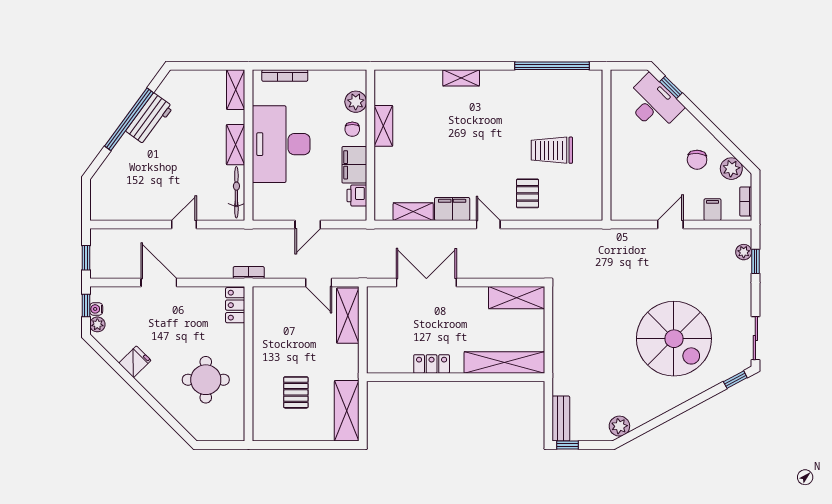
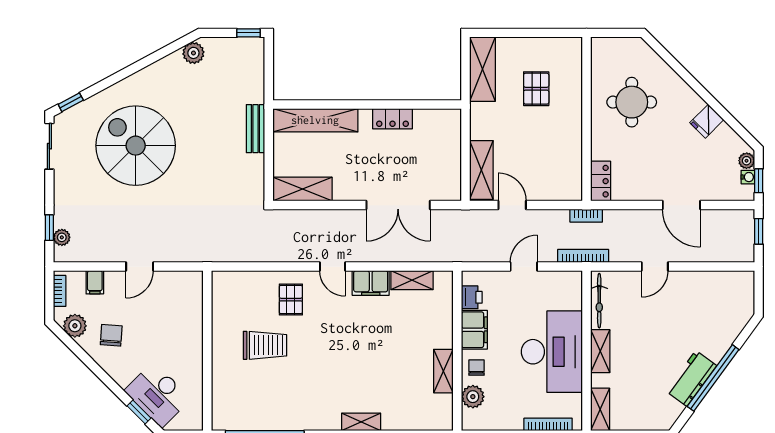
bookcase: (252, 235) -> (583, 256), added
bench: (561, 419) -> (255, 129), moved

